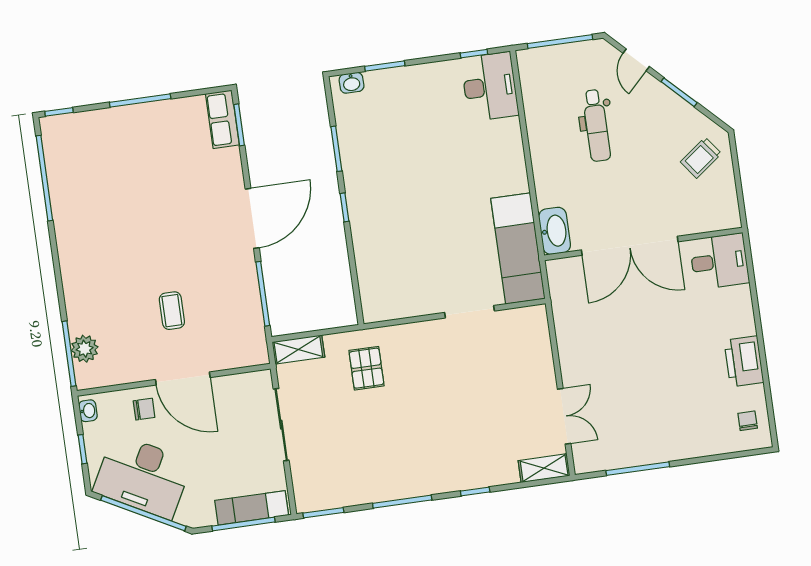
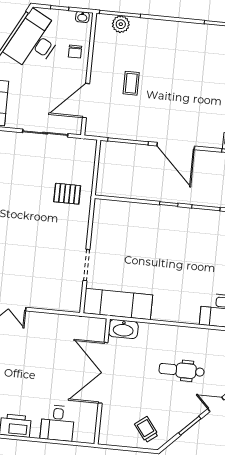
desk: (719, 261) -> (58, 423), moved
coffee table: (172, 311) -> (131, 83), turned 90
shelving: (298, 350) -> (89, 155), removed
door: (183, 378) -> (86, 101), moved

